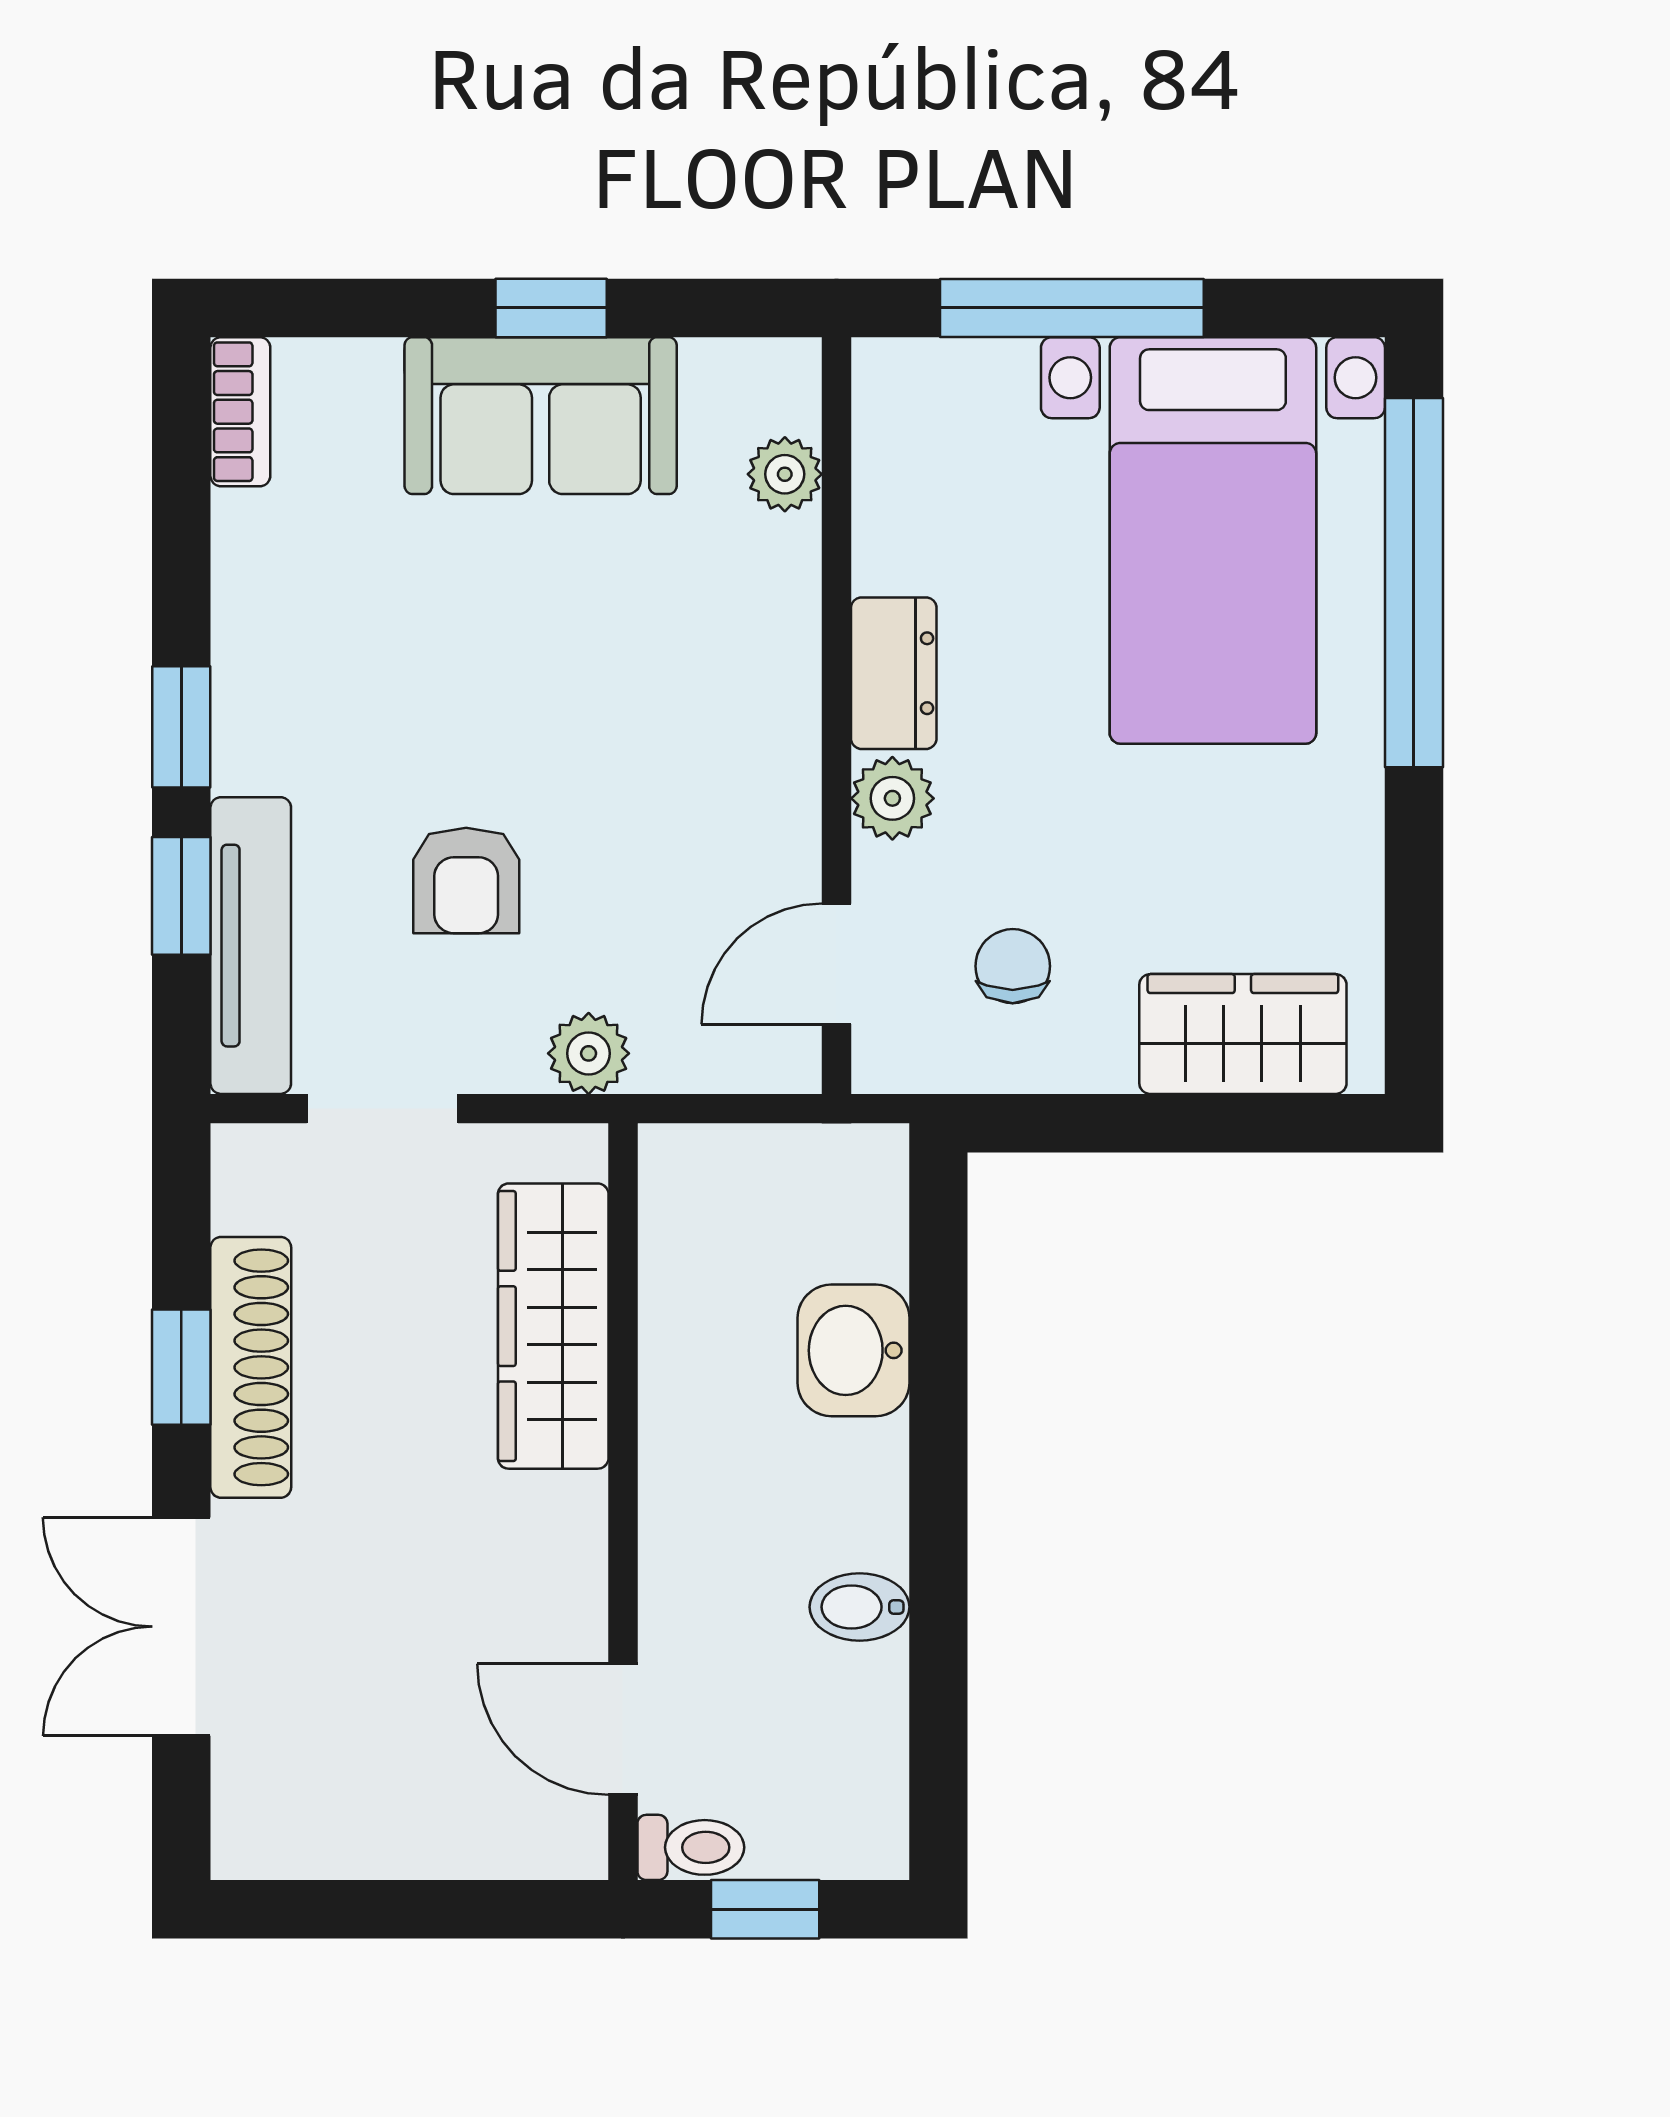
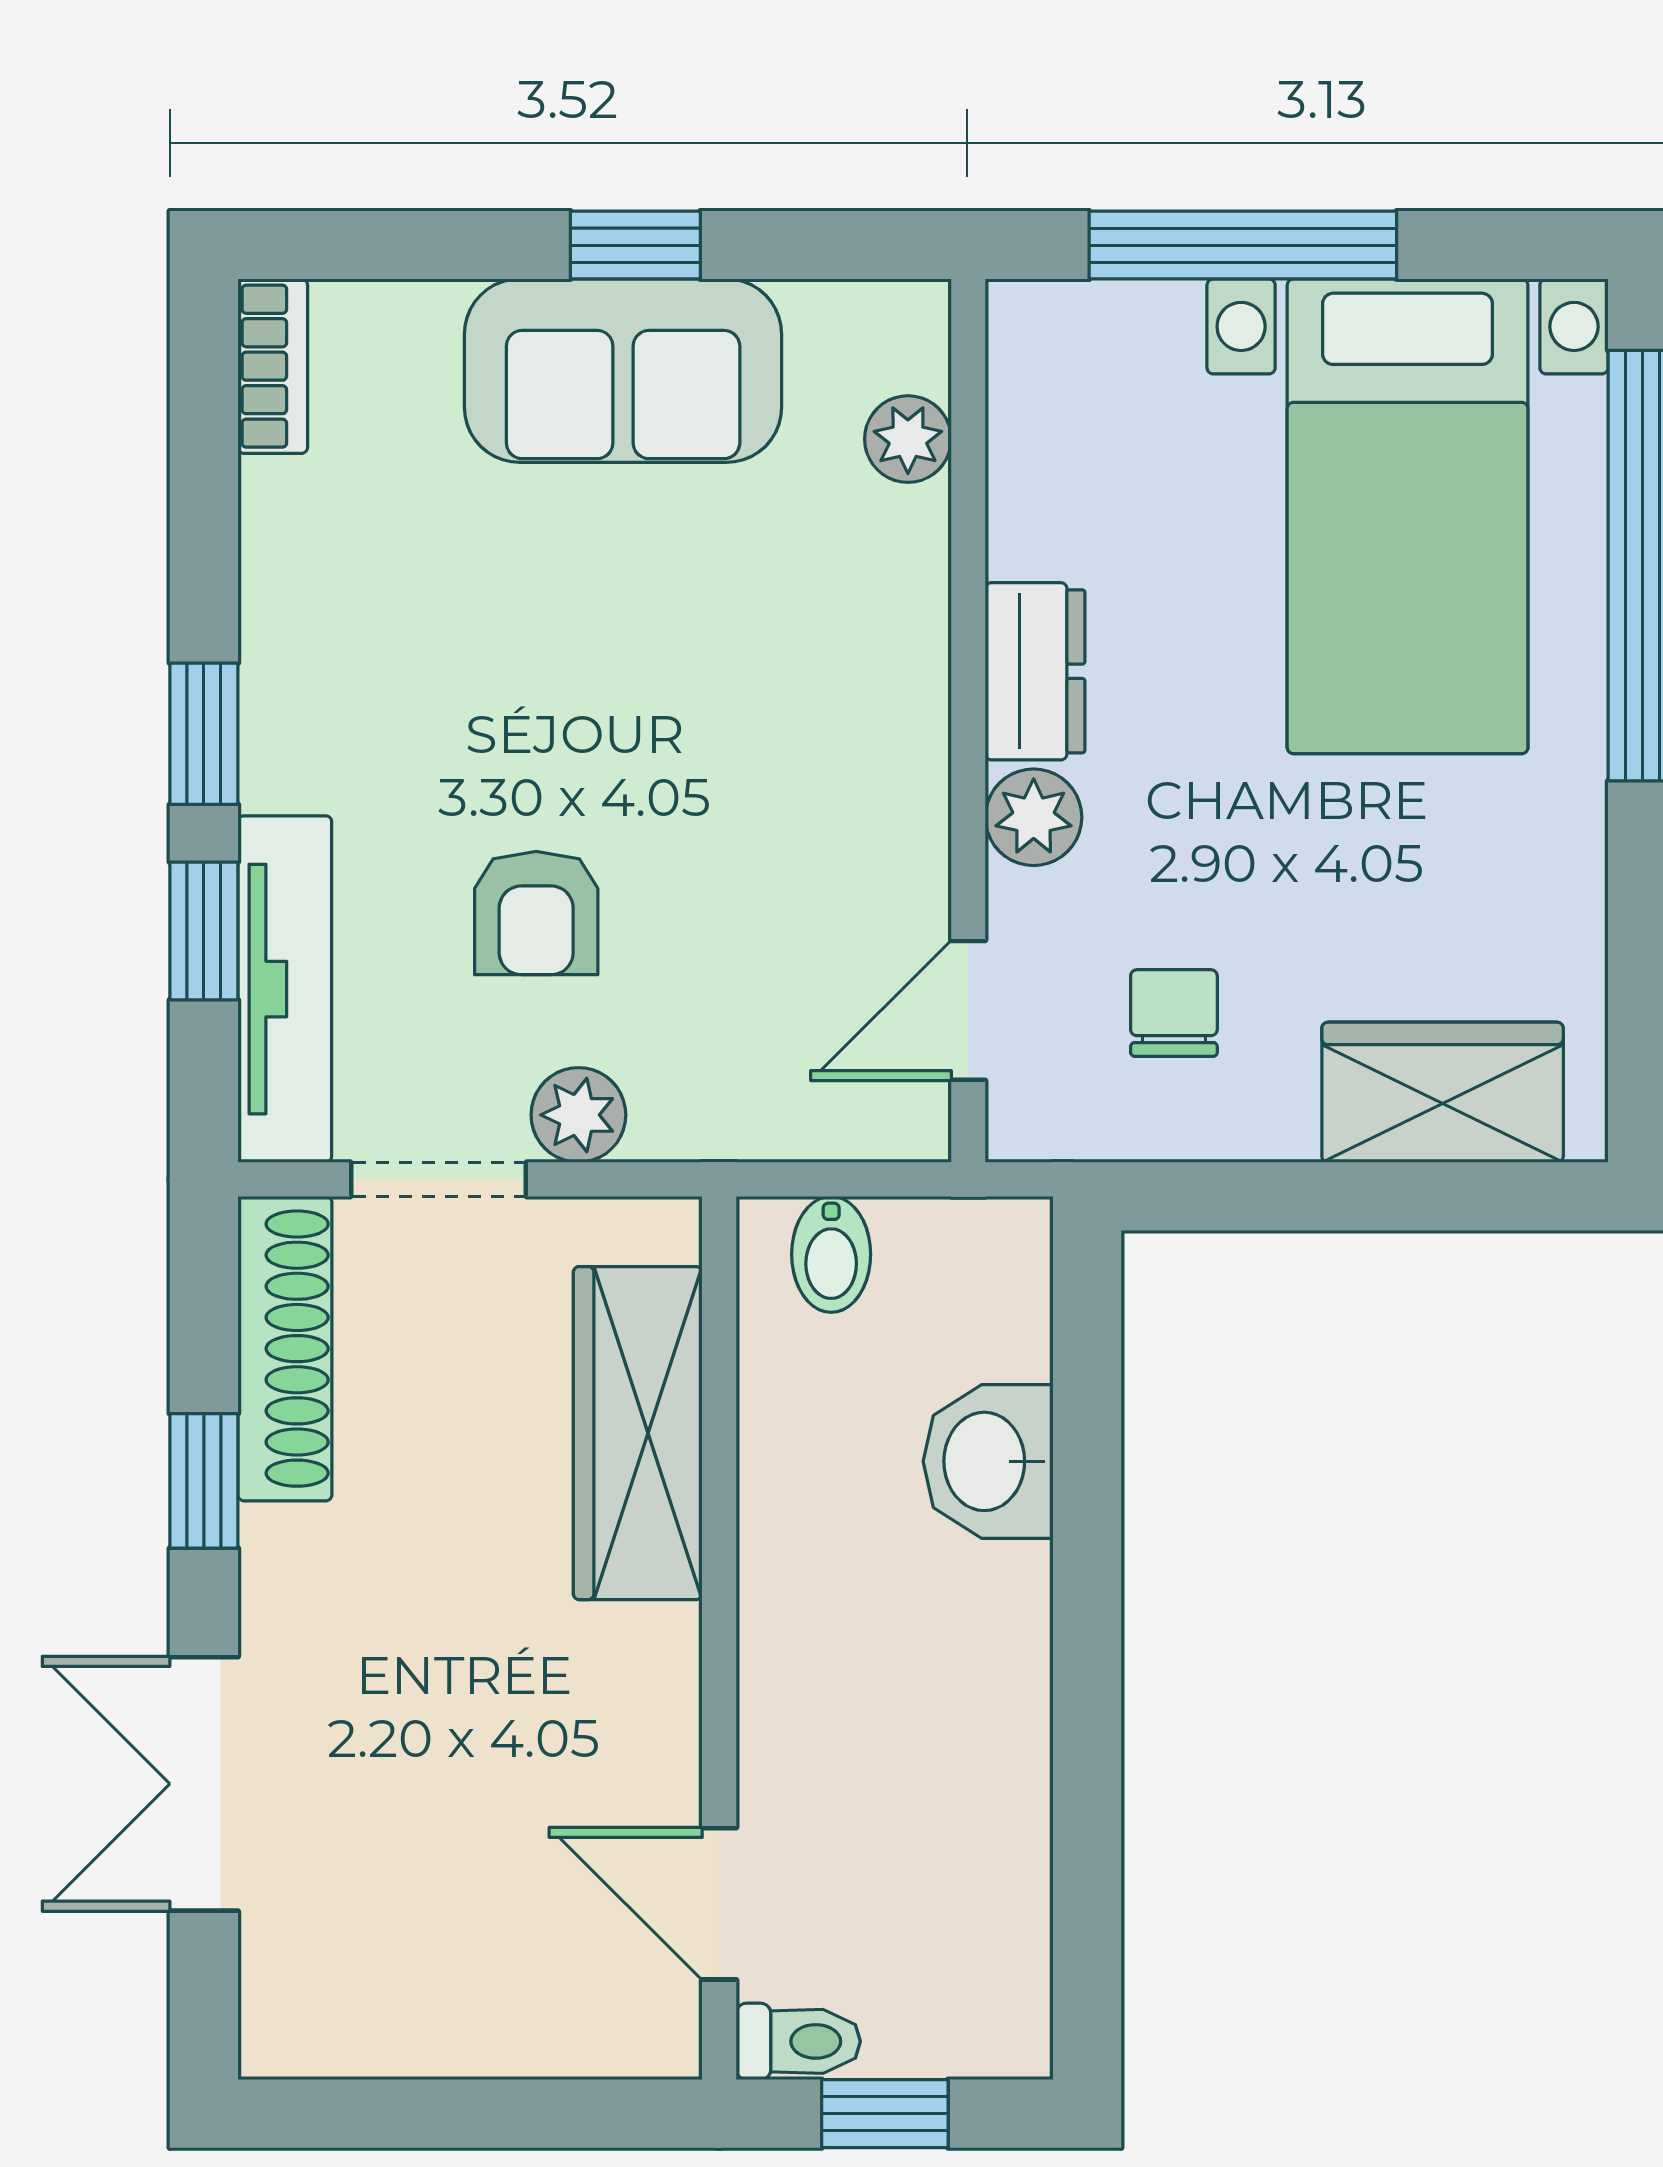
plant: (589, 1053) -> (578, 1115), moved
shoe rack: (251, 1367) -> (285, 1349), moved
bidet: (860, 1607) -> (831, 1254), moved, turned -90

